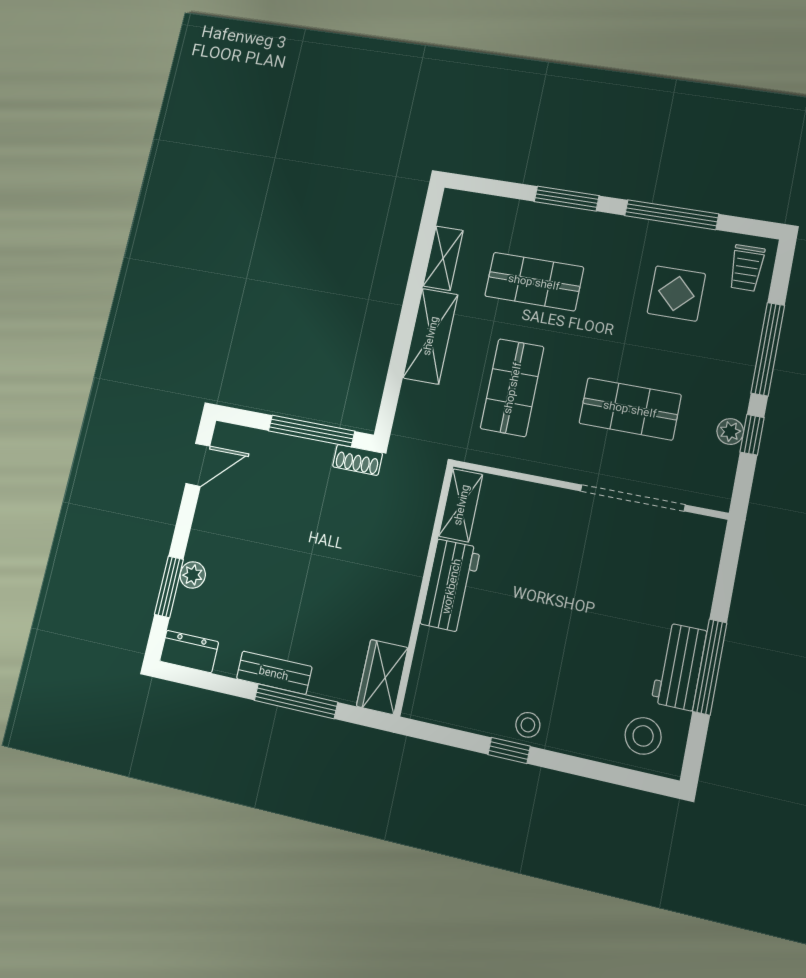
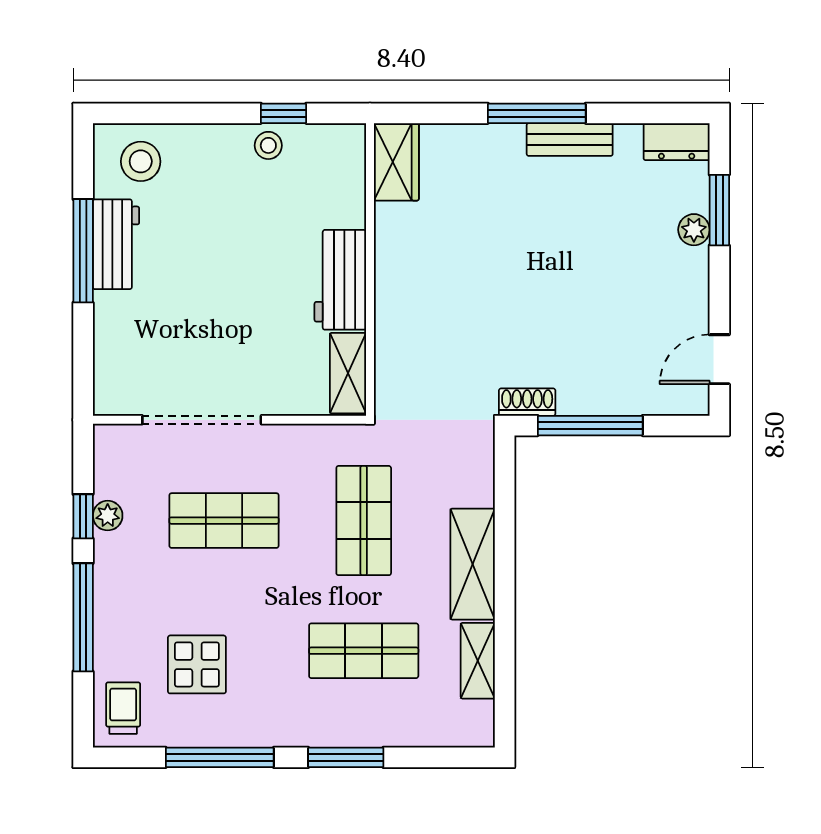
shelving: (461, 505) -> (348, 373), moved
workbench: (451, 586) -> (340, 280), moved
wall: (424, 589) -> (370, 269), moved
wardrobe: (382, 677) -> (396, 162), moved

